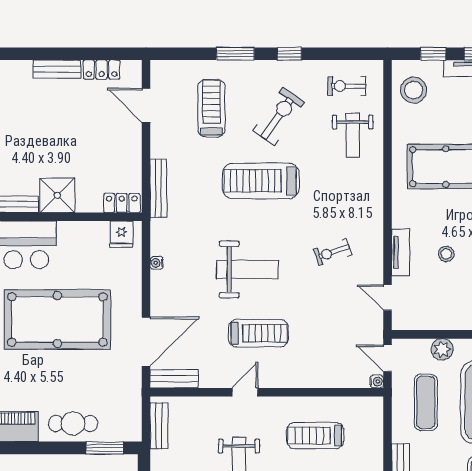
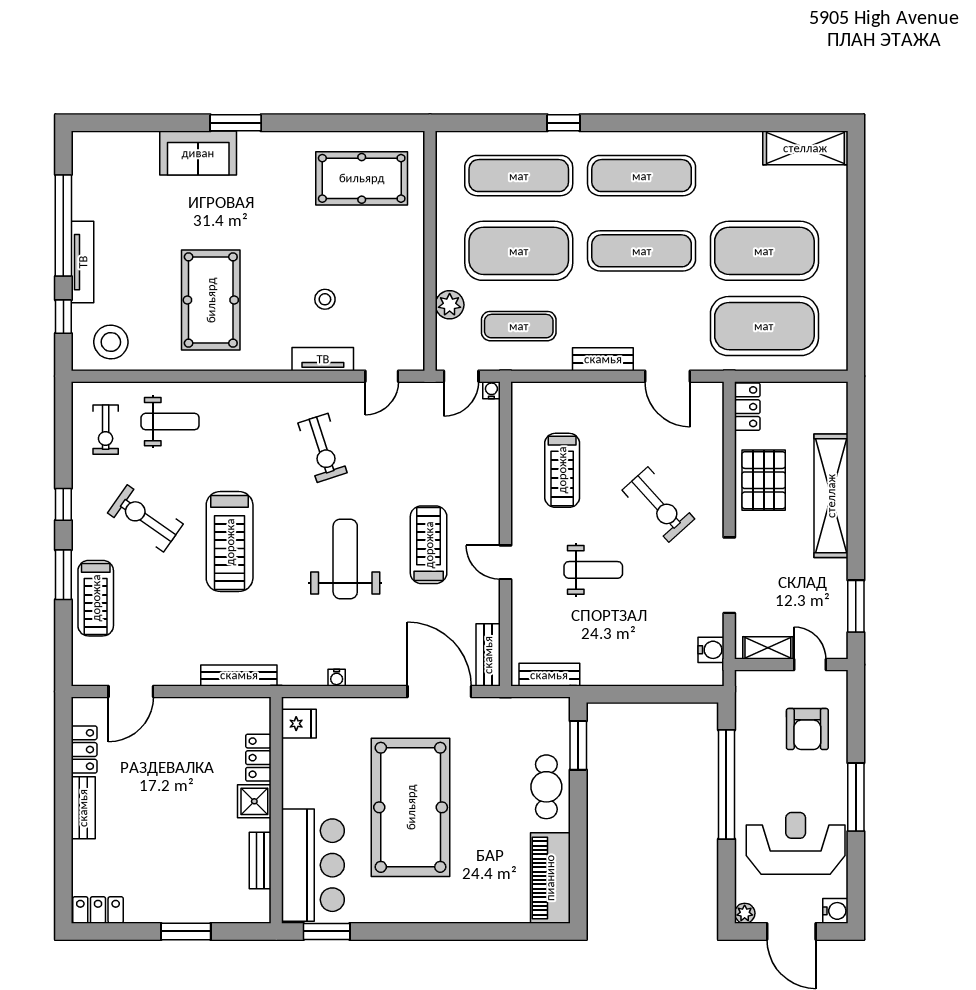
treadmill: (211, 108) -> (96, 598), moved, turned -90
shower: (57, 195) -> (254, 801), width x0.73, depth x0.73
locker: (122, 203) -> (258, 758), moved
exercise bike: (333, 252) -> (323, 448), width x1.38, depth x1.39

